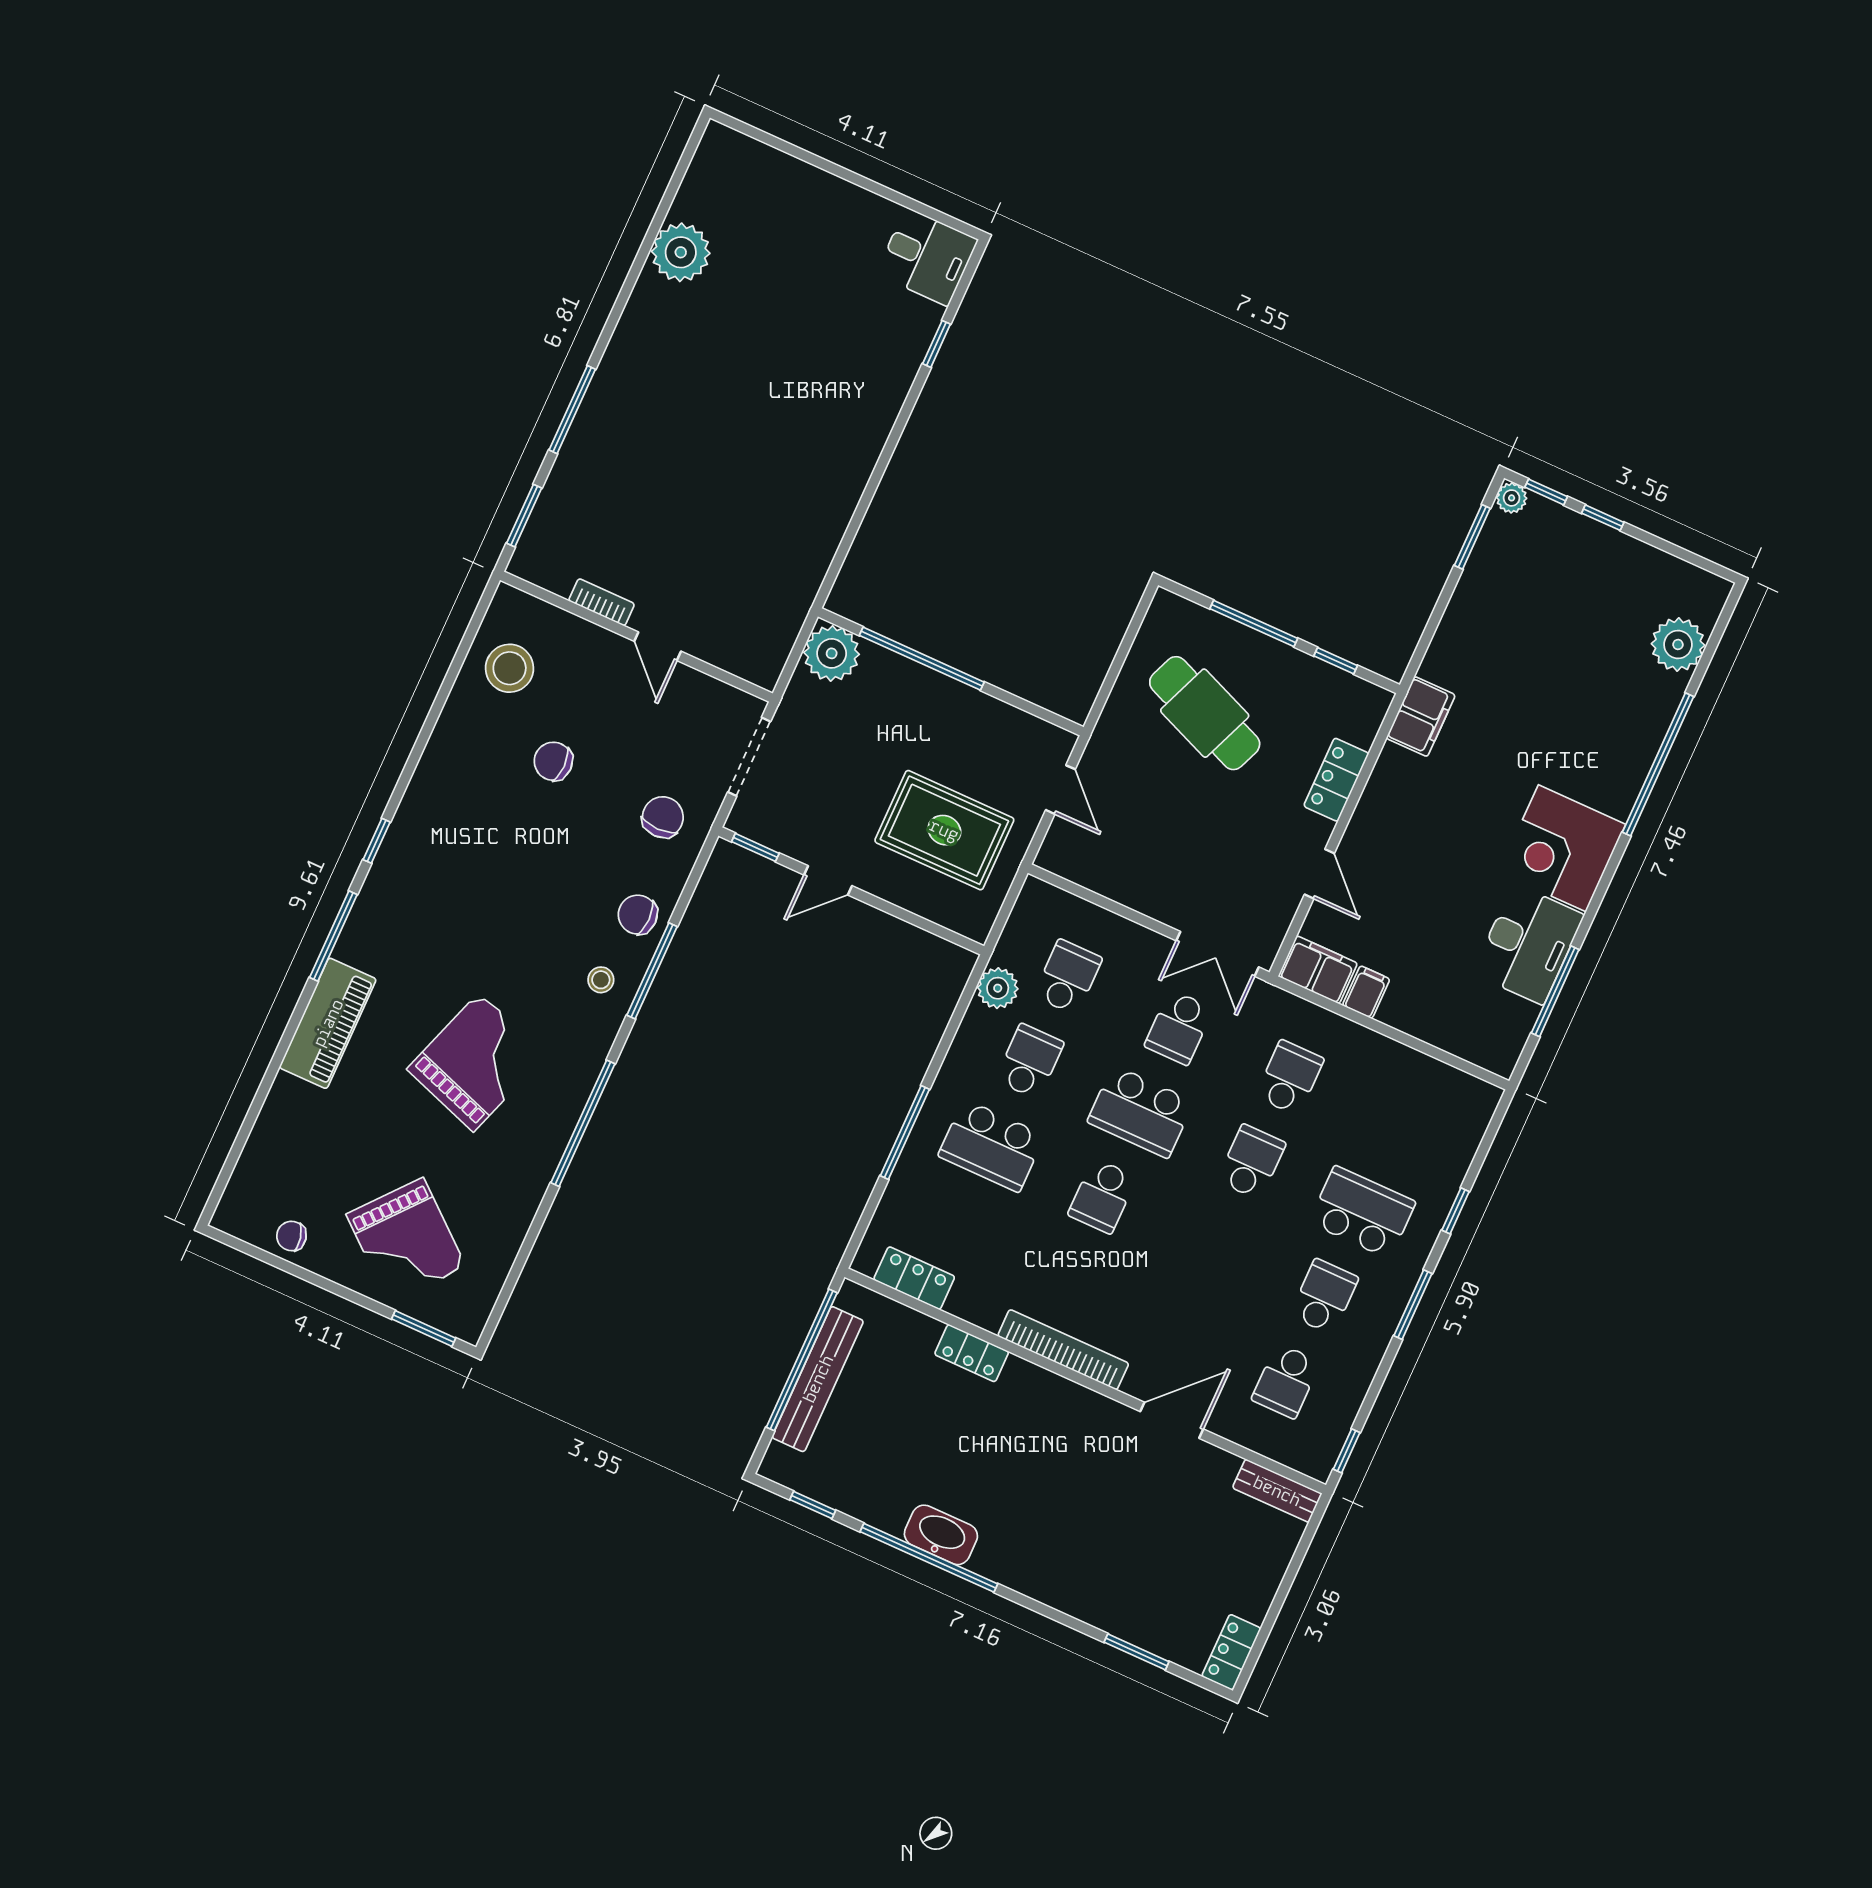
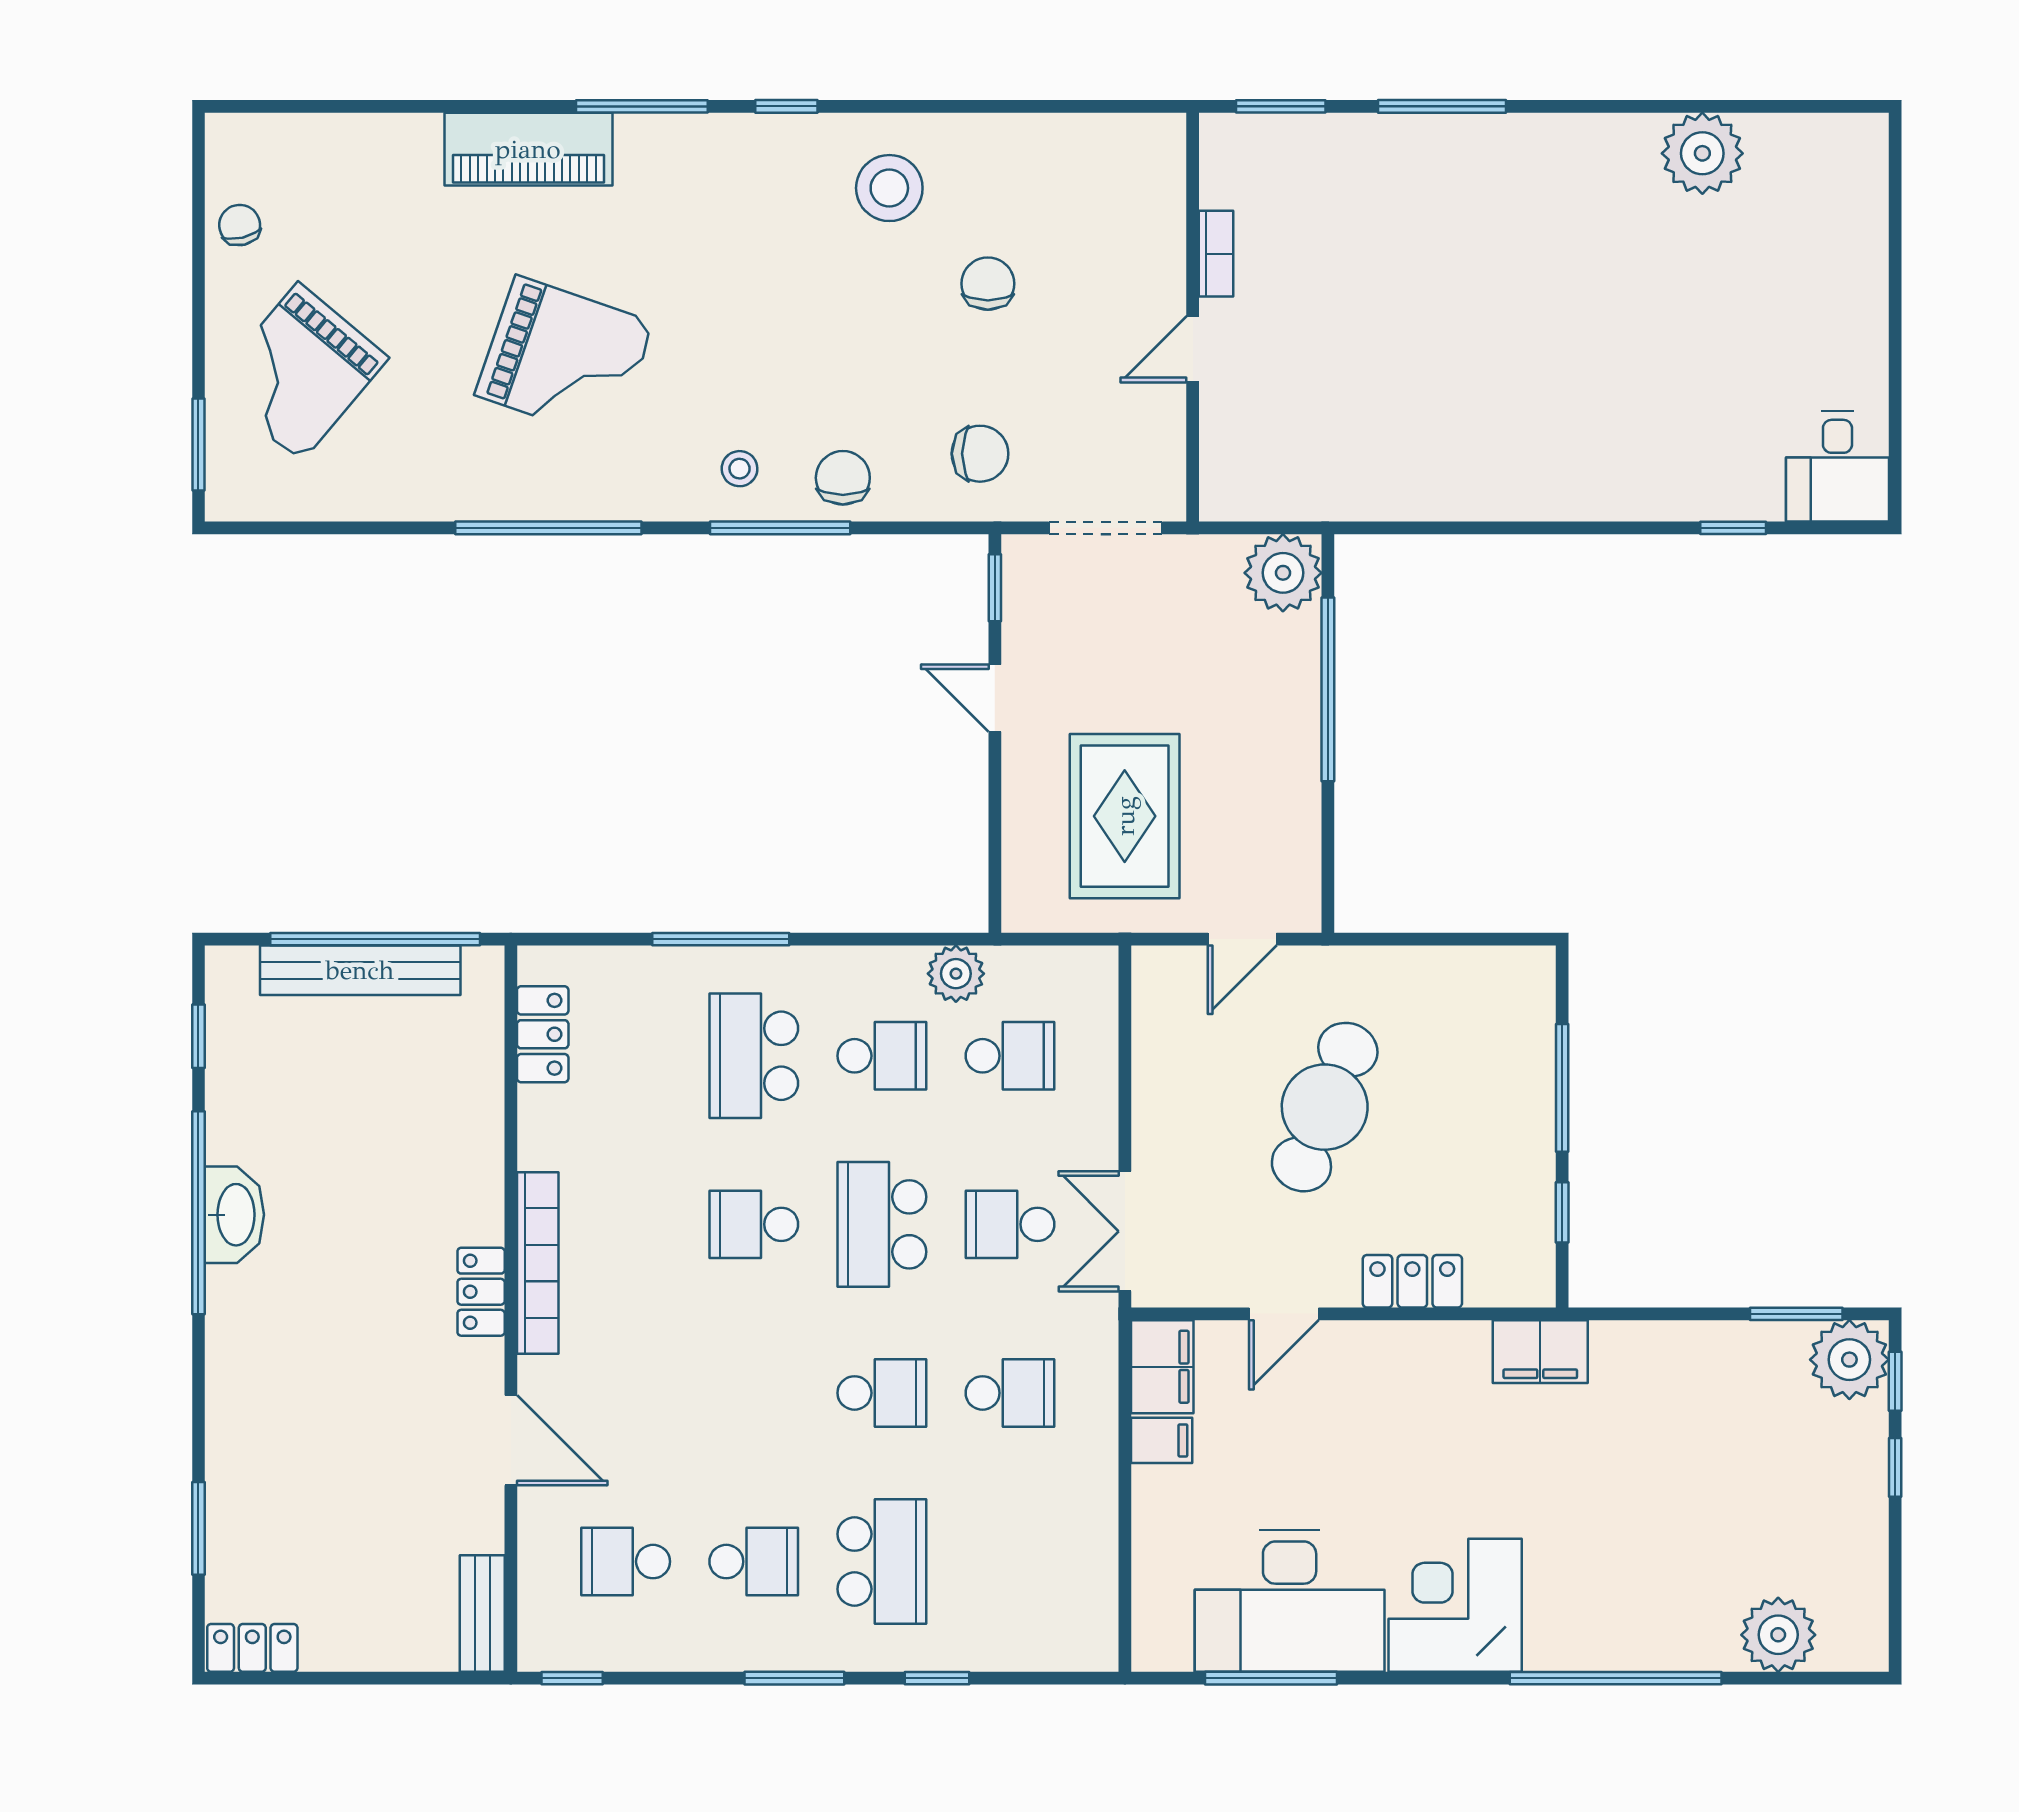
plant: (1512, 498) -> (1849, 1360), width x1.88, depth x1.88
stool: (510, 668) -> (889, 188), moved
cafe table: (1205, 713) -> (1325, 1107), moved
desk: (1528, 944) -> (1290, 1601), width x1.36, depth x1.30
locker: (972, 1353) -> (481, 1292), moved

